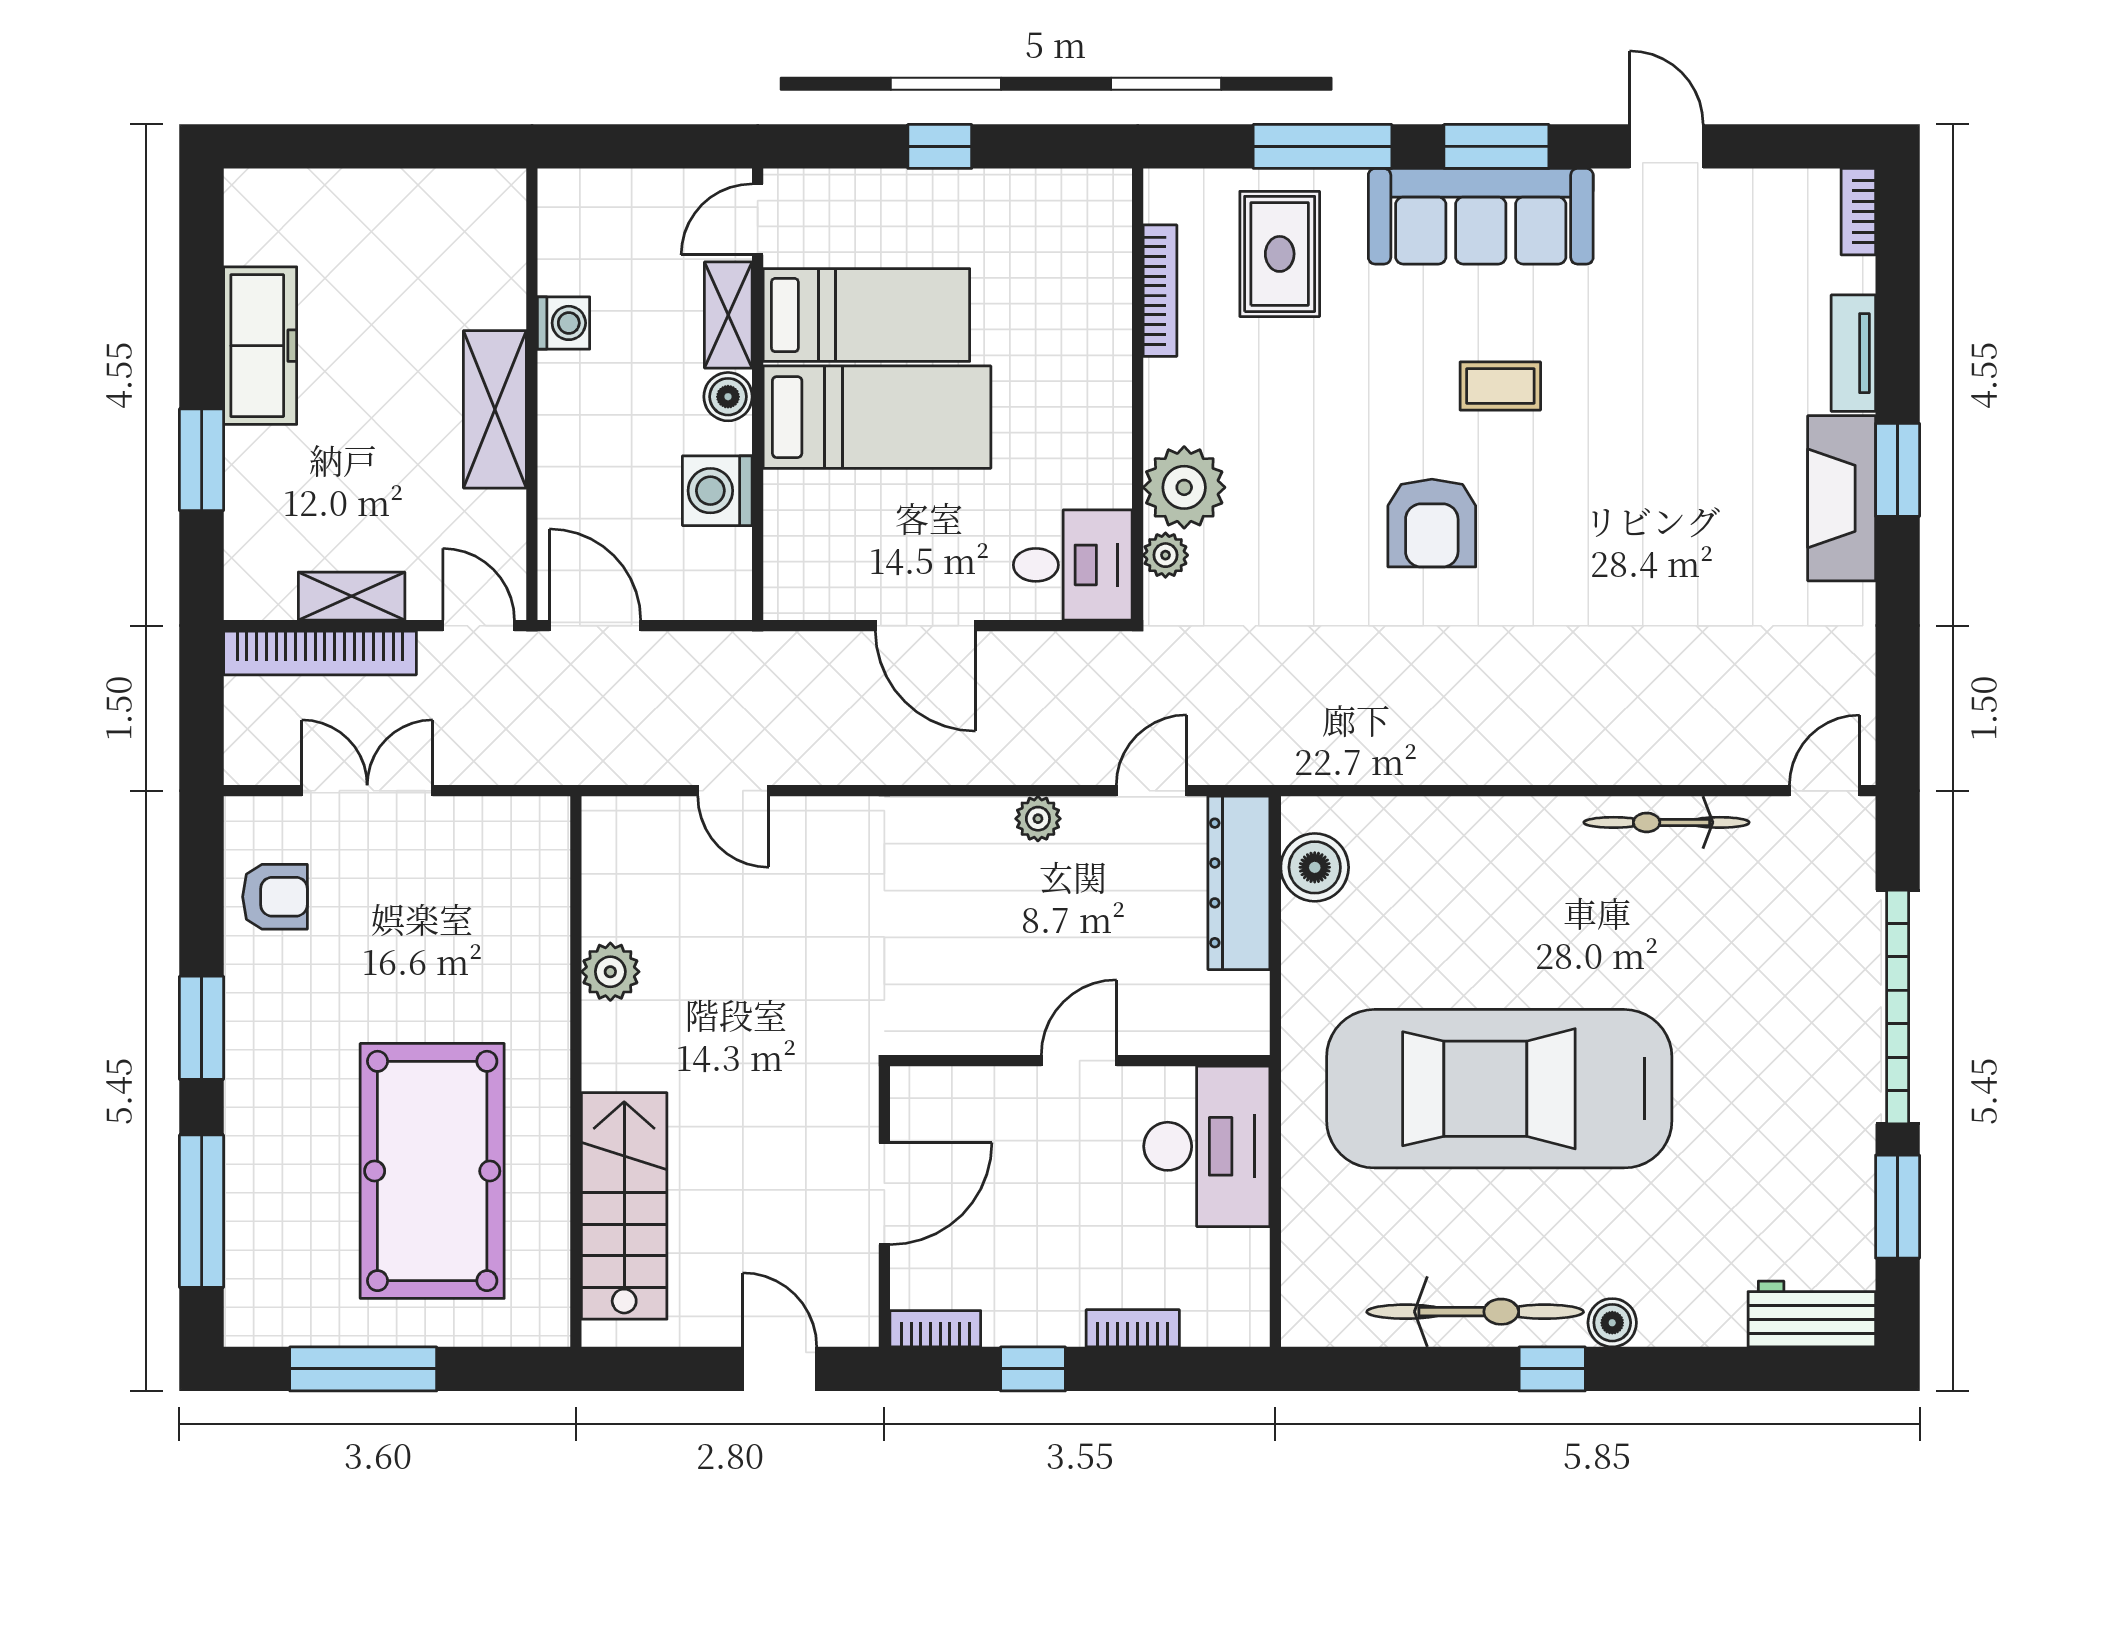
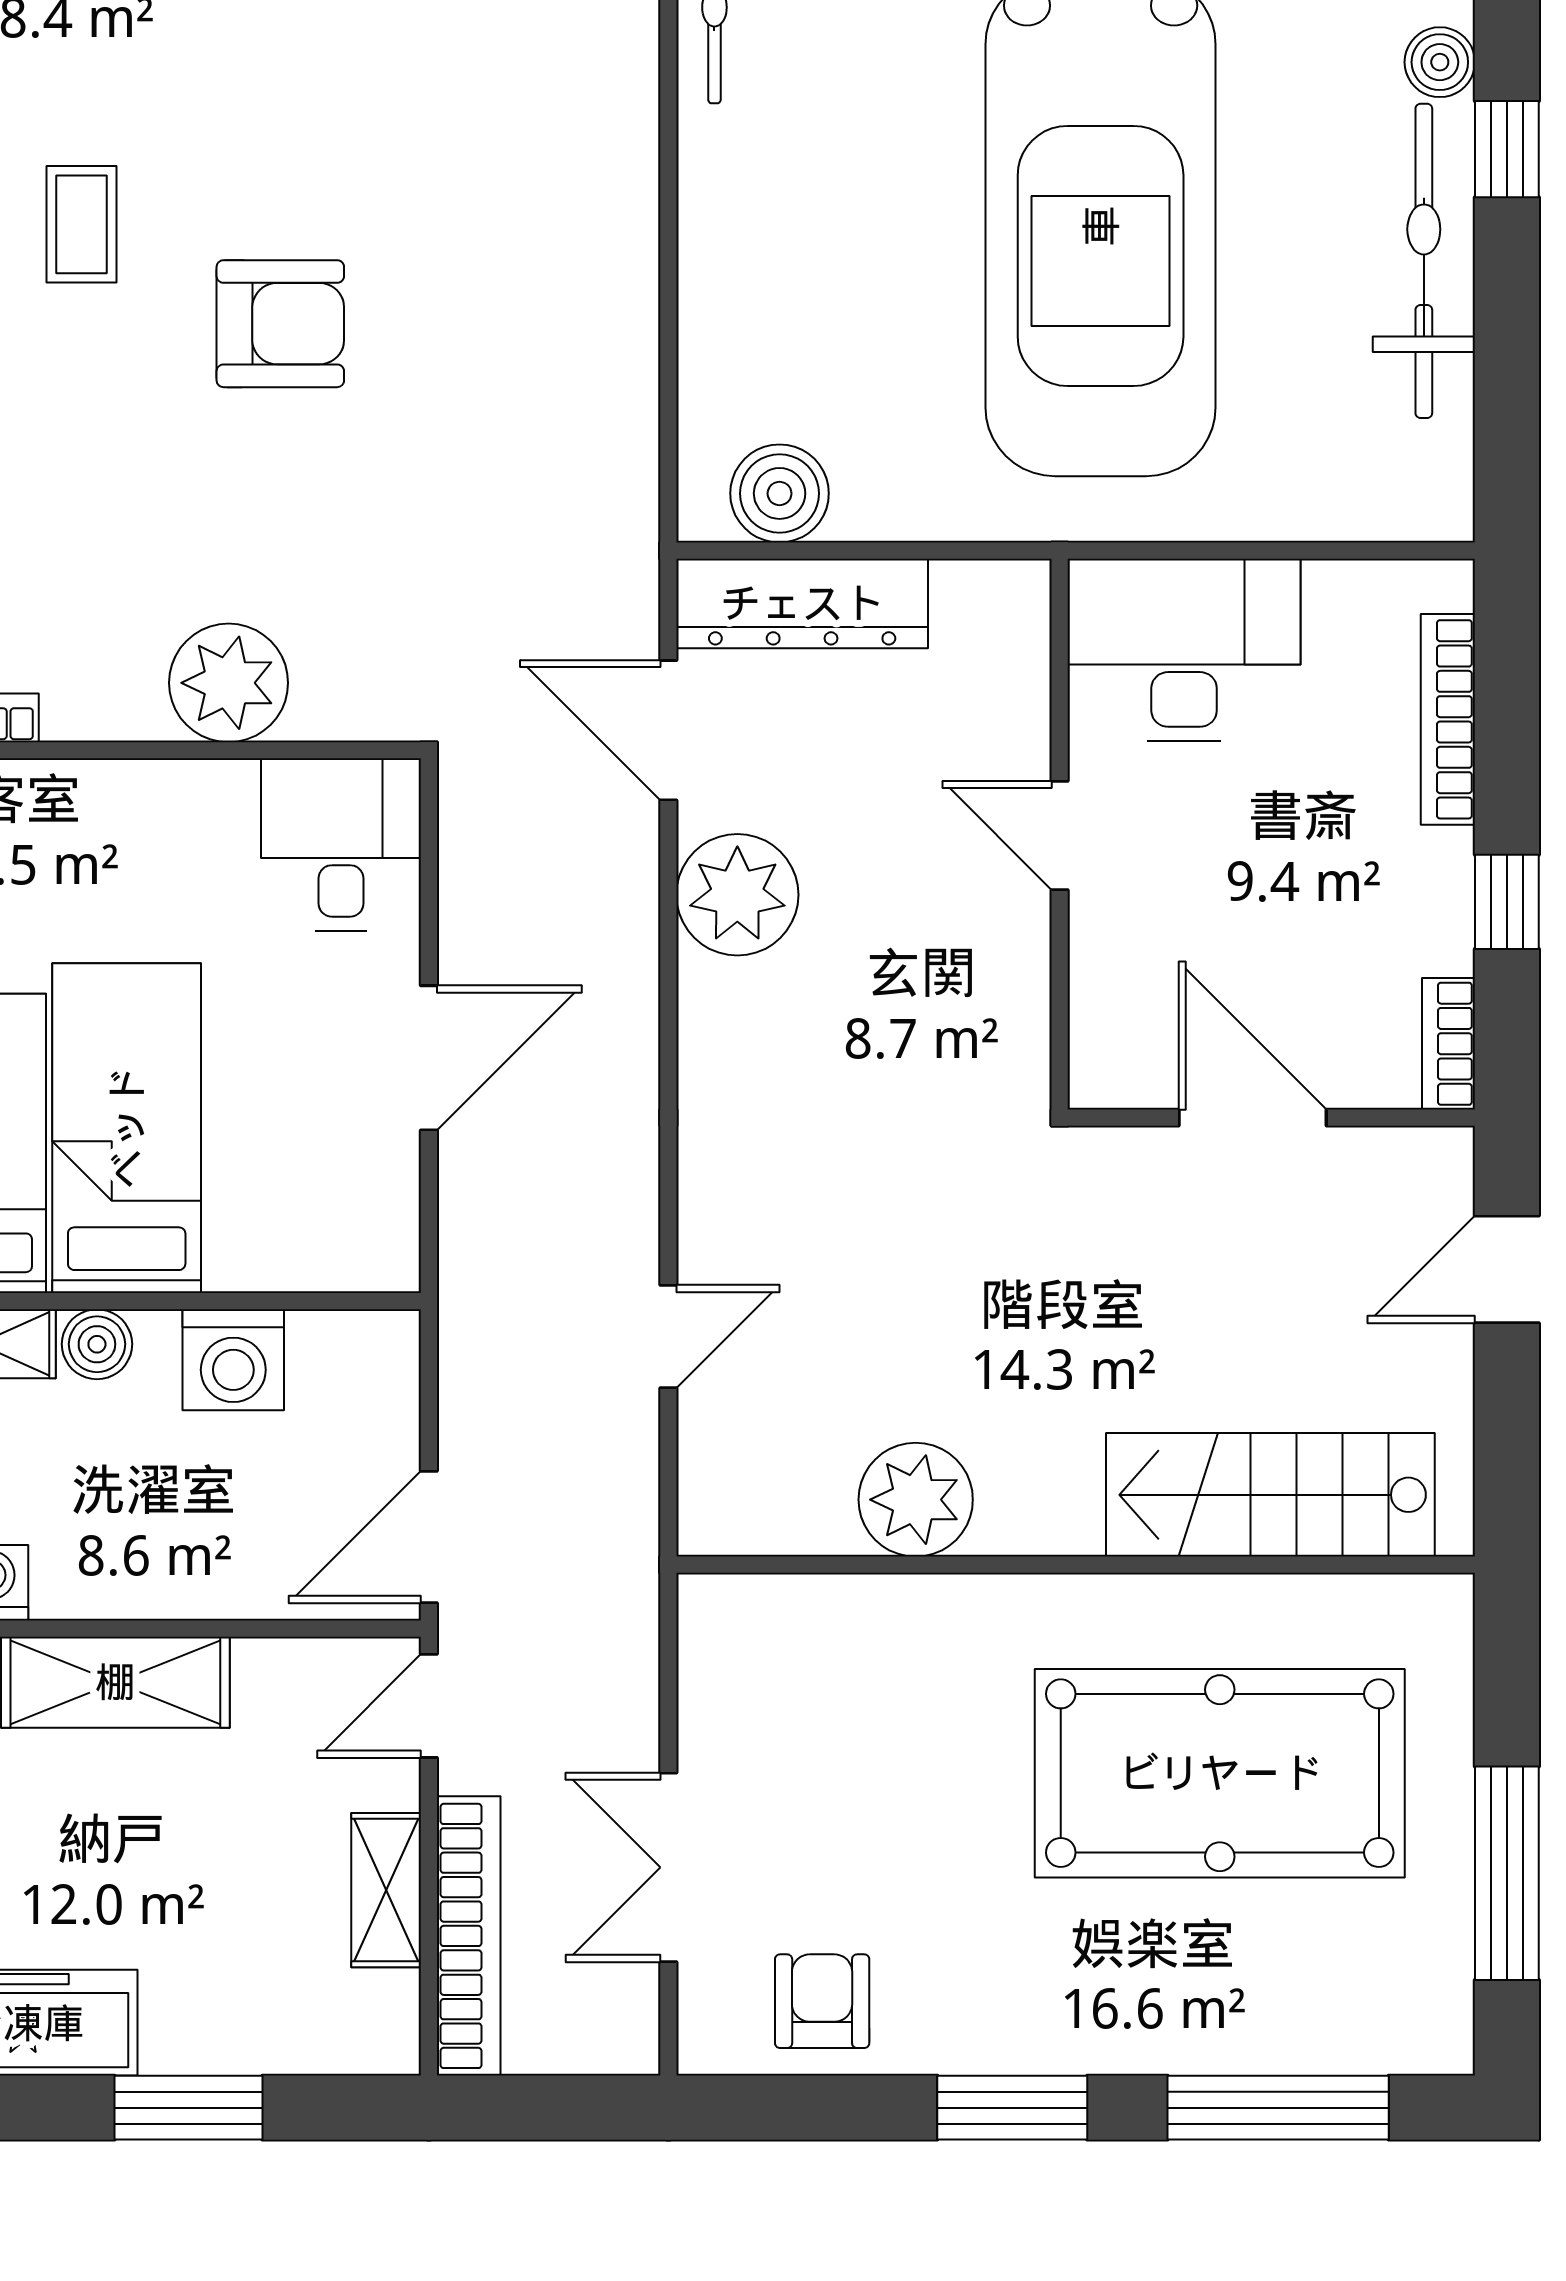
plant: (1165, 555) -> (327, 710), removed
door: (1151, 791) -> (668, 730), width x1.38
plant: (1038, 819) -> (737, 895), width x1.87, depth x1.87
plant: (610, 972) -> (916, 1500), width x1.36, depth x1.36
bookcase: (1133, 1328) -> (1448, 719), width x1.56

